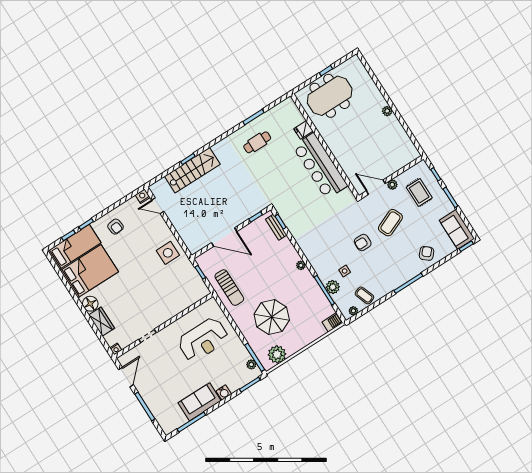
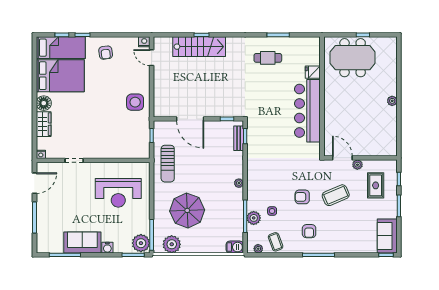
armchair: (427, 253) -> (309, 231), moved, turned 139
plant: (251, 364) -> (141, 243), width x1.87, depth x1.87

